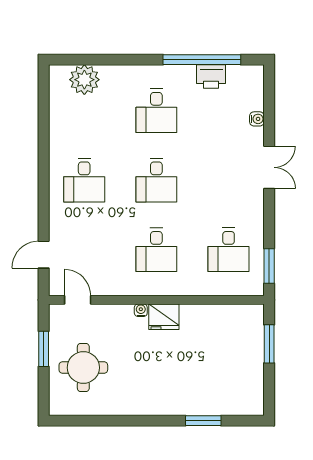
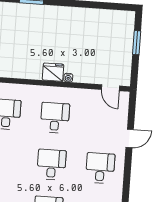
door: (44, 255) -> (130, 138), moved
window: (44, 349) -> (137, 43), moved
round table: (83, 368) -> (110, 42), removed

